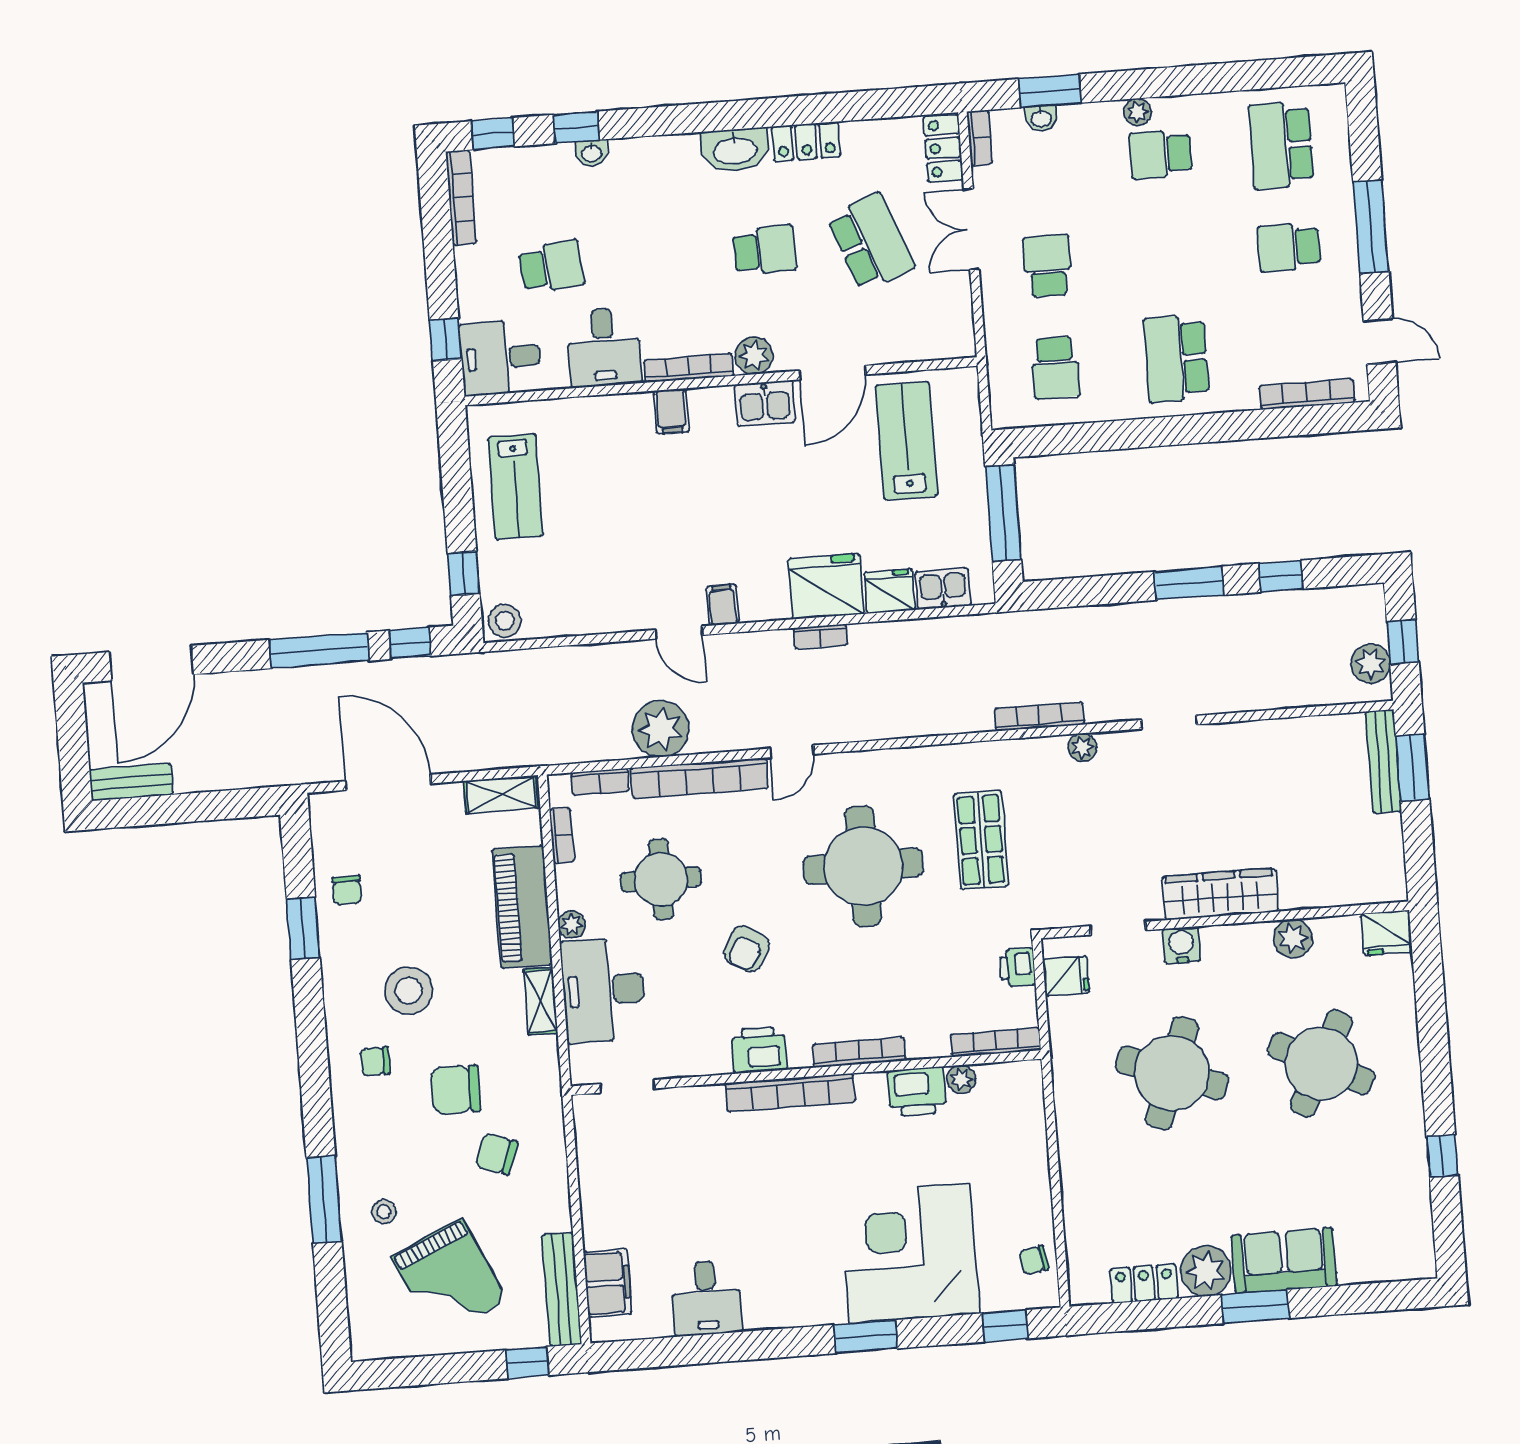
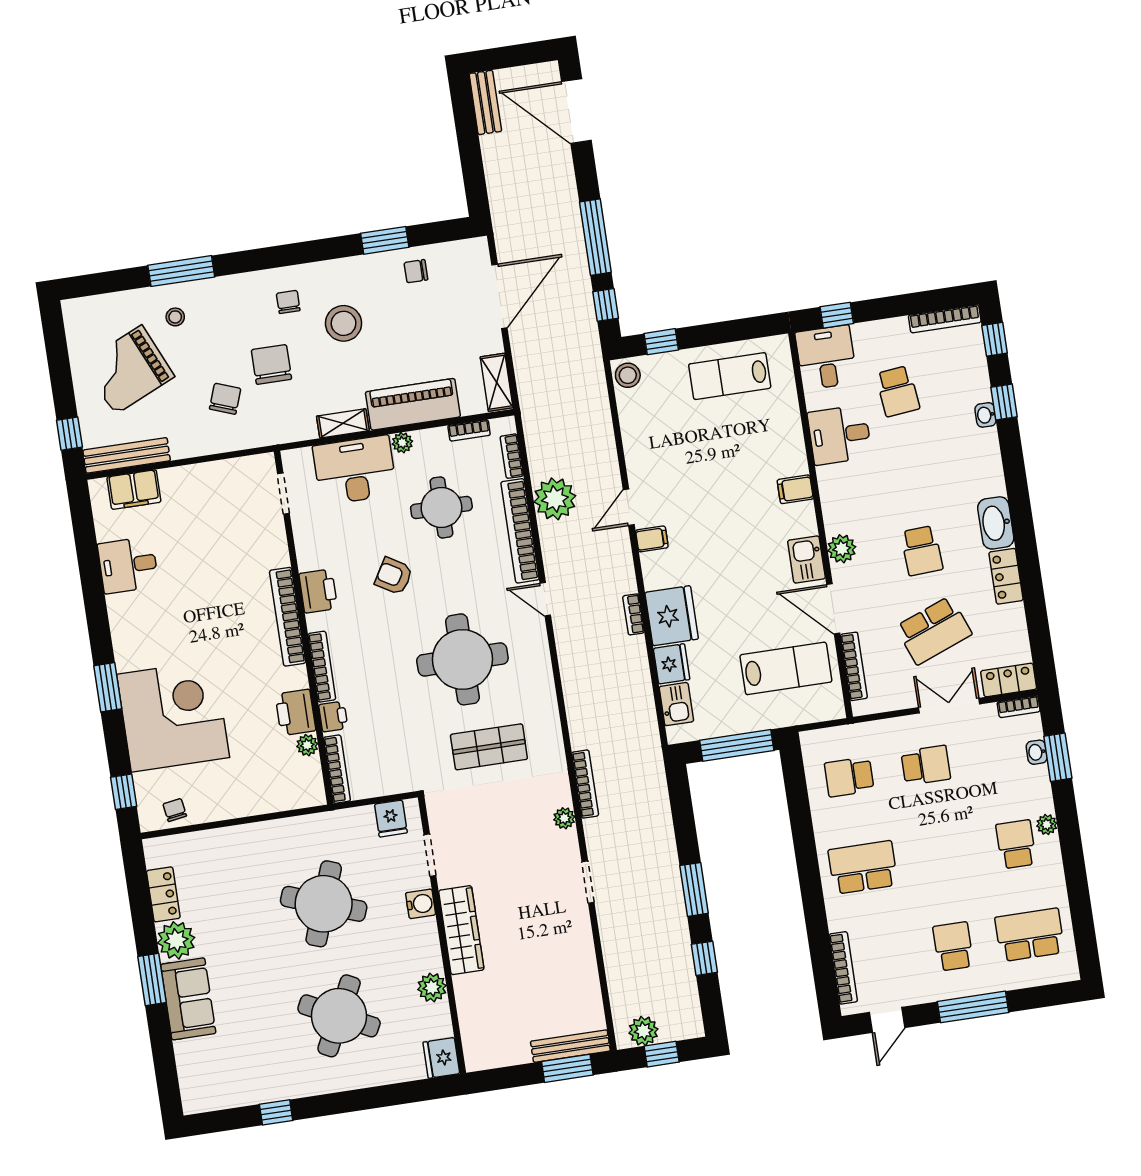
bookcase: (689, 368) -> (854, 666), moved
printer: (1018, 967) -> (333, 717), moved, turned 90

